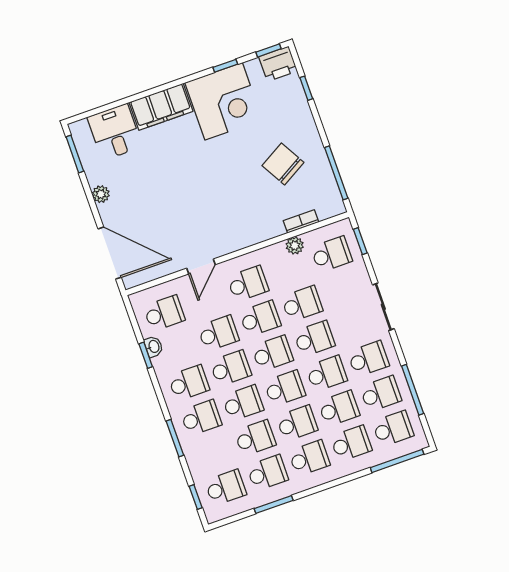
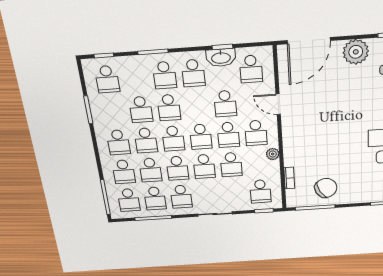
chair: (283, 164) -> (326, 188), moved
plant: (101, 194) -> (356, 52), width x1.88, depth x1.88
plant: (295, 245) -> (273, 154), moved
washbasin: (154, 347) -> (221, 58), width x1.91, depth x1.45
school desk: (231, 368) -> (197, 106), removed
school desk: (267, 473) -> (113, 111), removed

